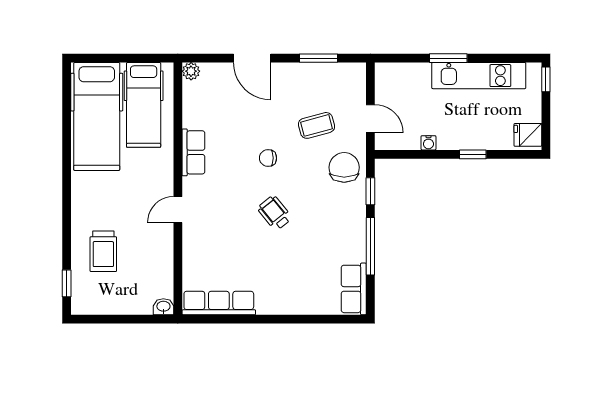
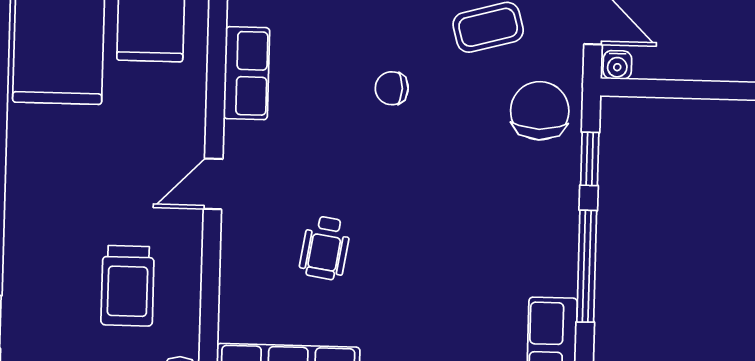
water cooler: (428, 143) -> (617, 65), moved
wheelchair: (275, 213) -> (325, 248), moved, turned -132
trolley: (103, 251) -> (128, 286), moved

